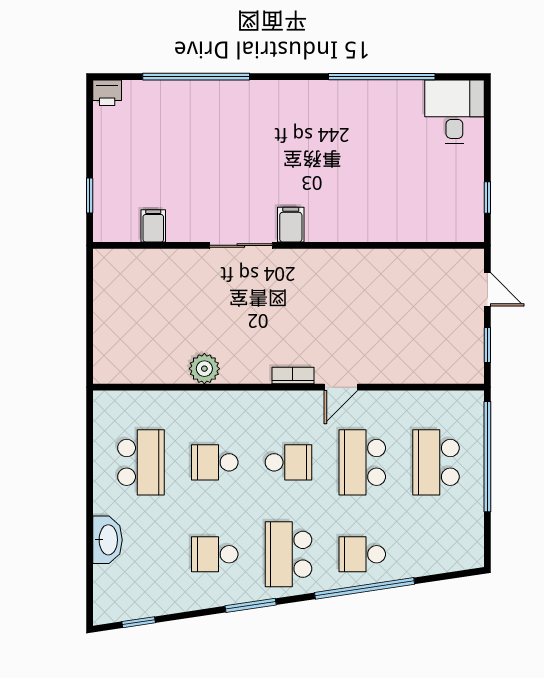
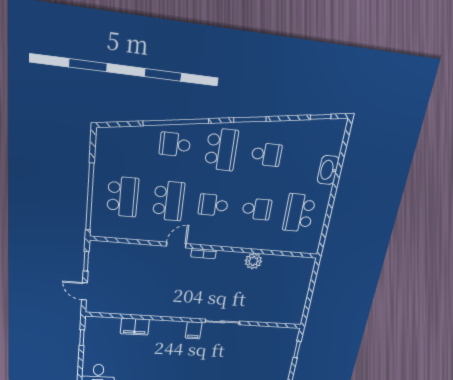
filing cabinet: (153, 226) -> (135, 327), moved, width x2.00
school desk: (362, 554) -> (175, 144), turned 180

